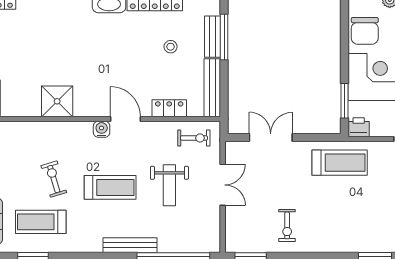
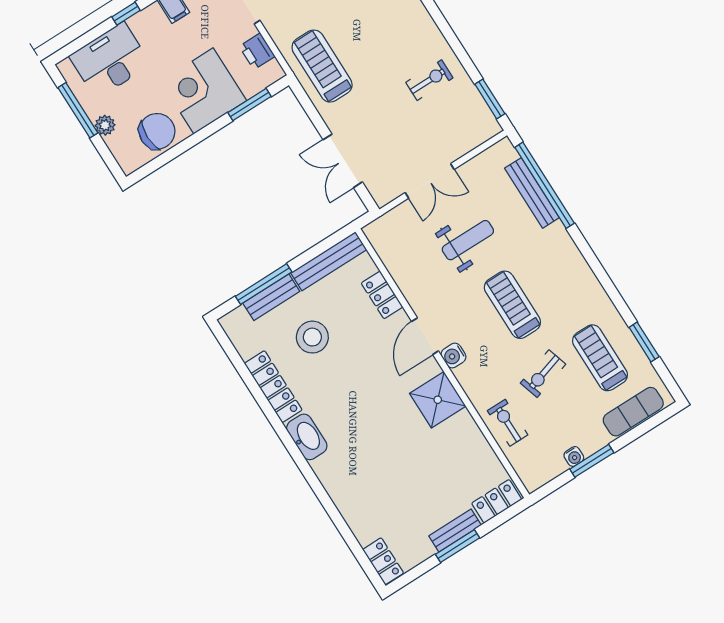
stool: (171, 47) -> (312, 337), width x1.89, depth x1.89
shower: (57, 101) -> (438, 400), moved
printer: (359, 127) -> (257, 51), moved
exercise bike: (194, 138) -> (508, 423), moved
double door: (223, 185) -> (430, 181), swing flipped
treadmill: (41, 222) -> (600, 358), turned 180
bench: (130, 245) -> (532, 193), moved

